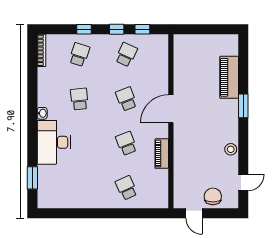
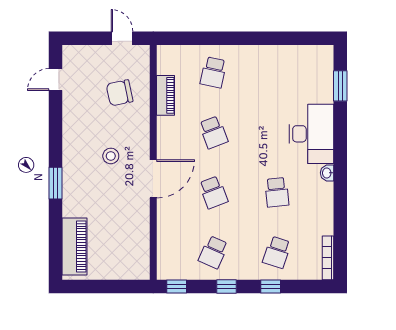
window: (142, 29) -> (177, 286), moved
piano: (229, 77) -> (75, 247), moved
stool: (231, 149) -> (111, 156), moved
piano: (162, 154) -> (166, 95), moved
school desk: (126, 188) -> (213, 72), turned 36
chair: (213, 196) -> (120, 93), moved, turned 78

